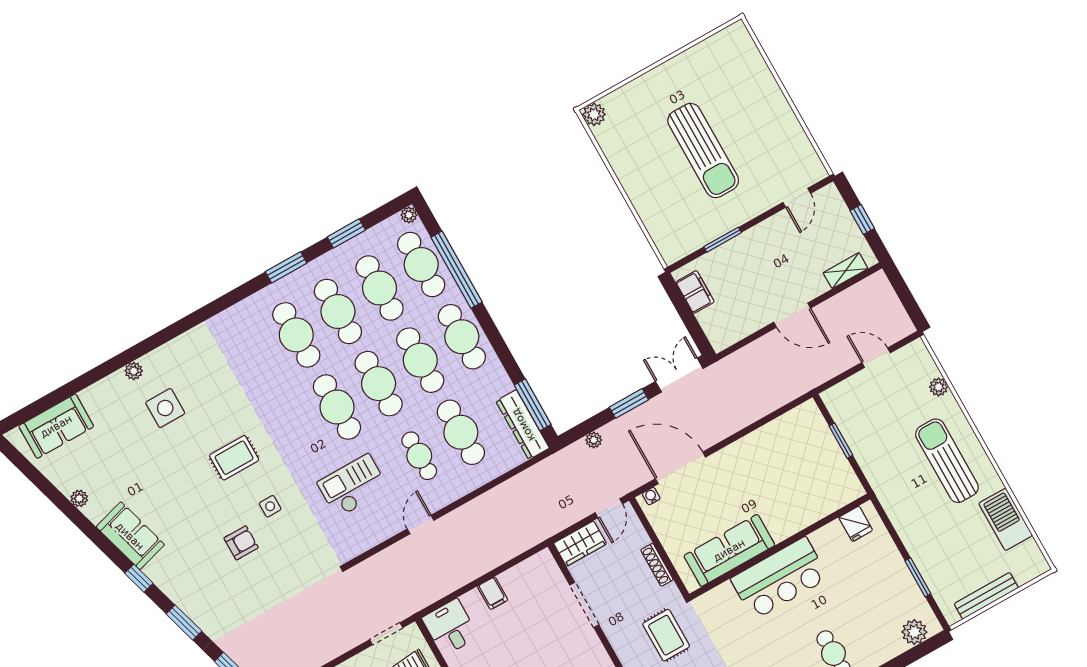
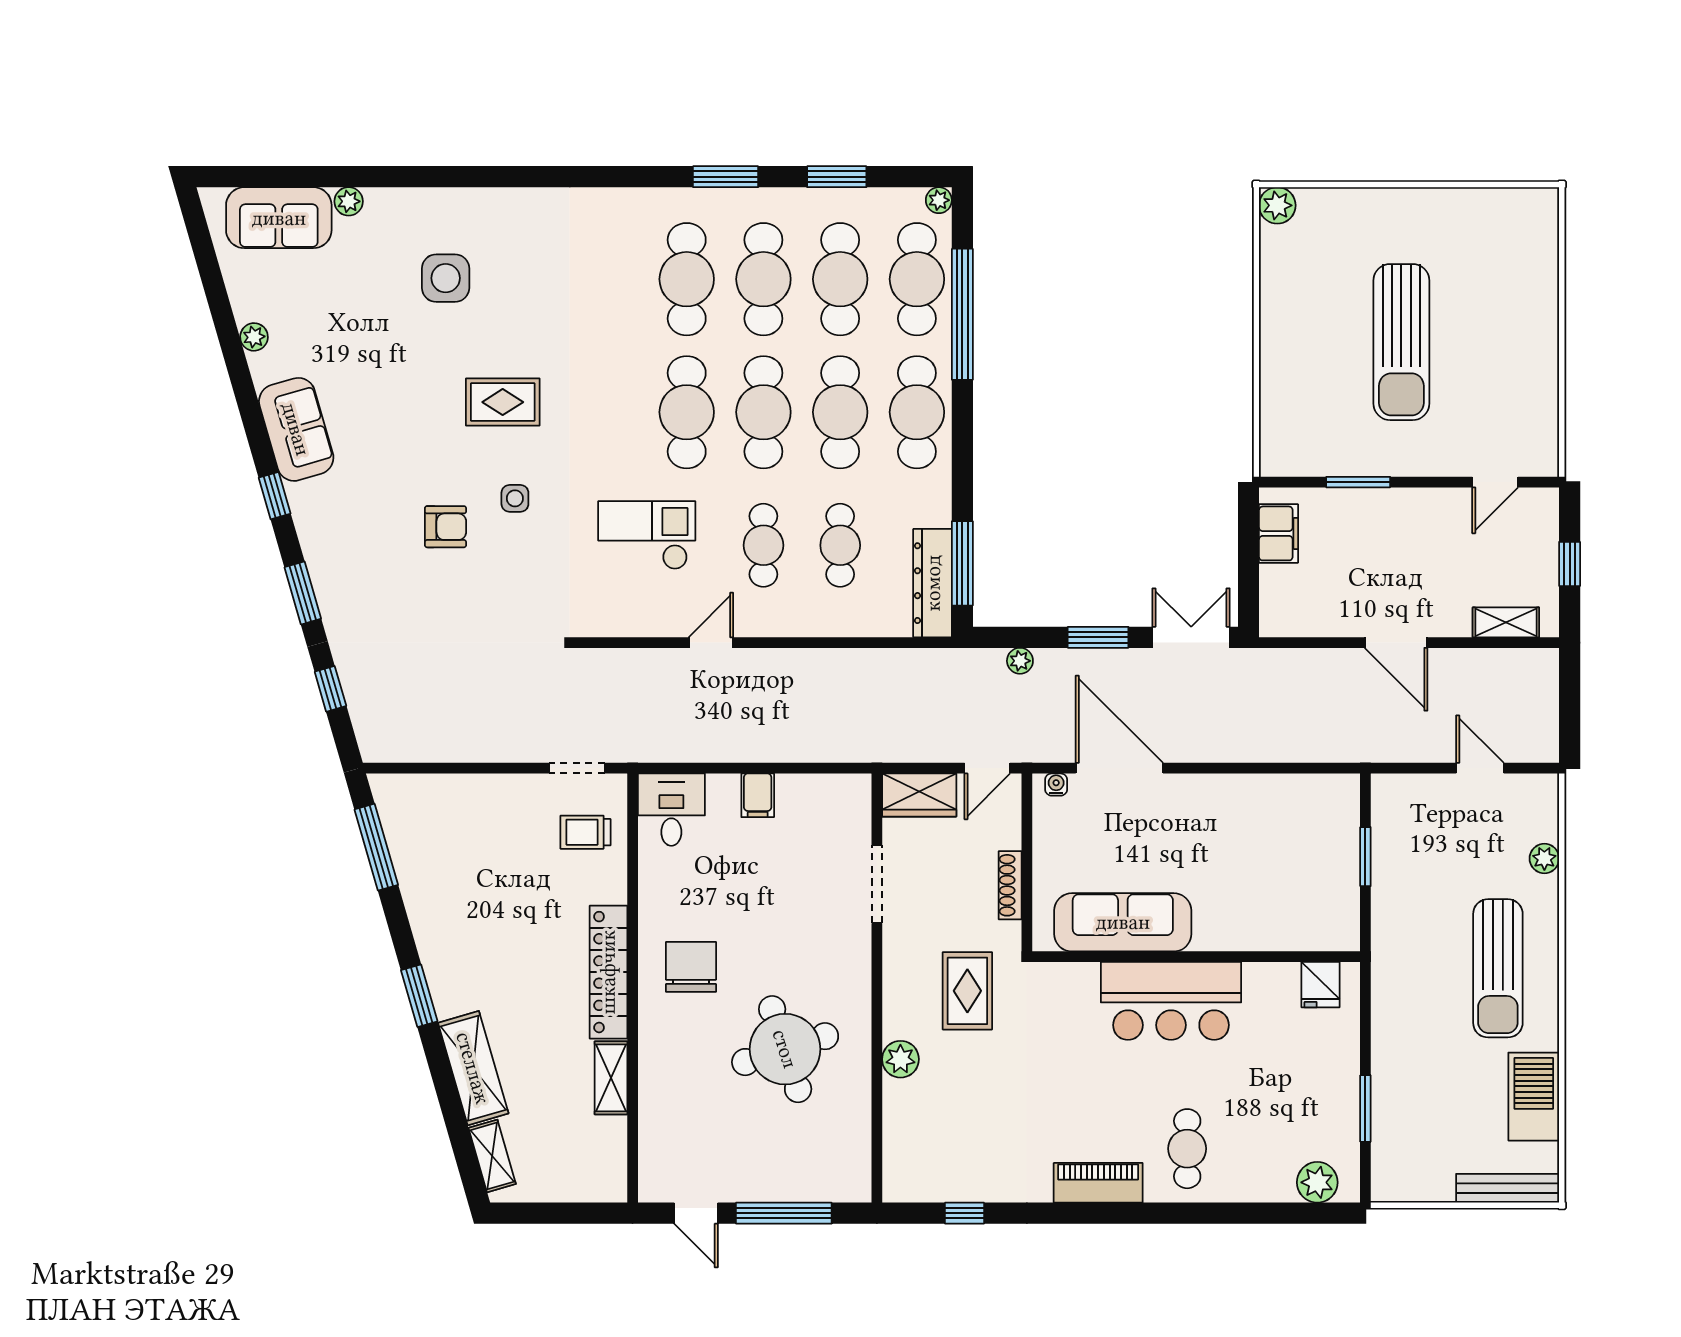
plant: (134, 371) -> (349, 201), moved
cafe table: (461, 432) -> (840, 545), width x0.73, depth x0.74
sun lounger: (947, 461) -> (1498, 968), turned 180
bench: (986, 596) -> (1508, 1188), moved

